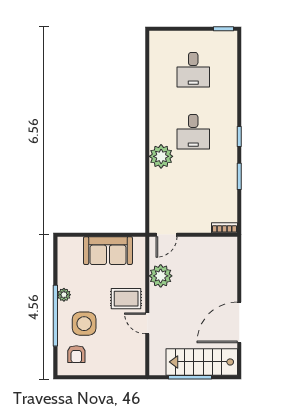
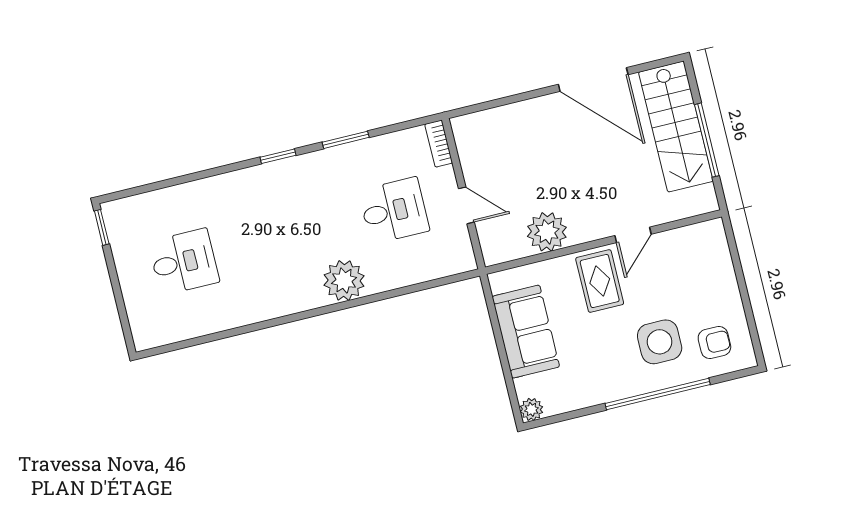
desk: (193, 132) -> (394, 211), moved
door: (167, 235) -> (466, 205), moved
plant: (64, 295) -> (531, 409), moved

